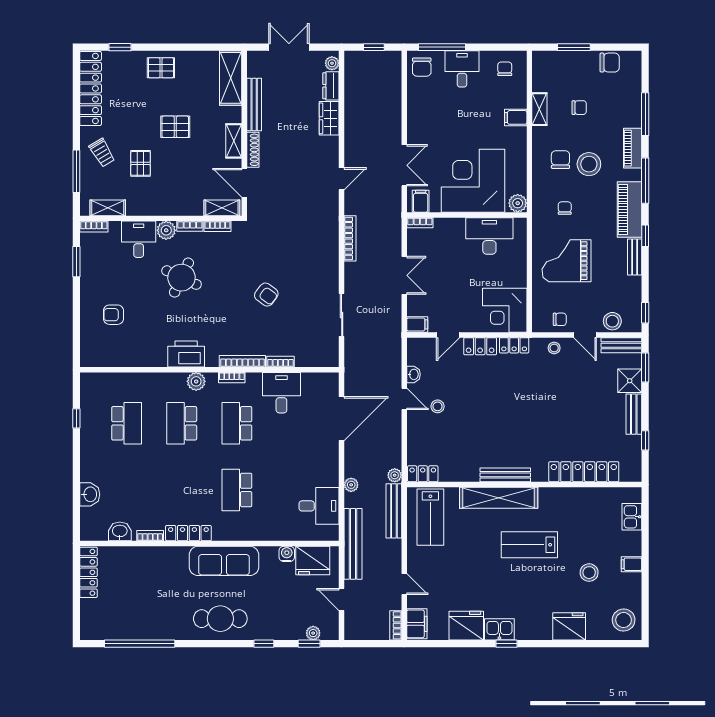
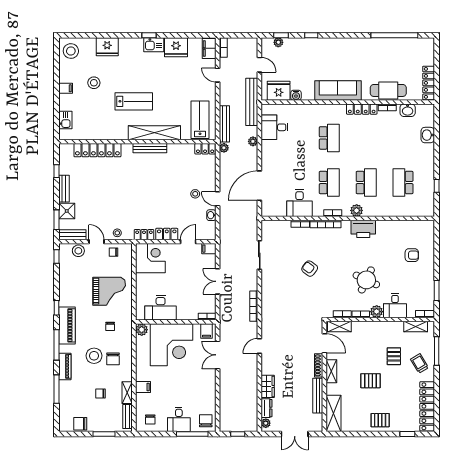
bench: (635, 257) -> (127, 417), moved
cafe table: (220, 619) -> (388, 90), moved

